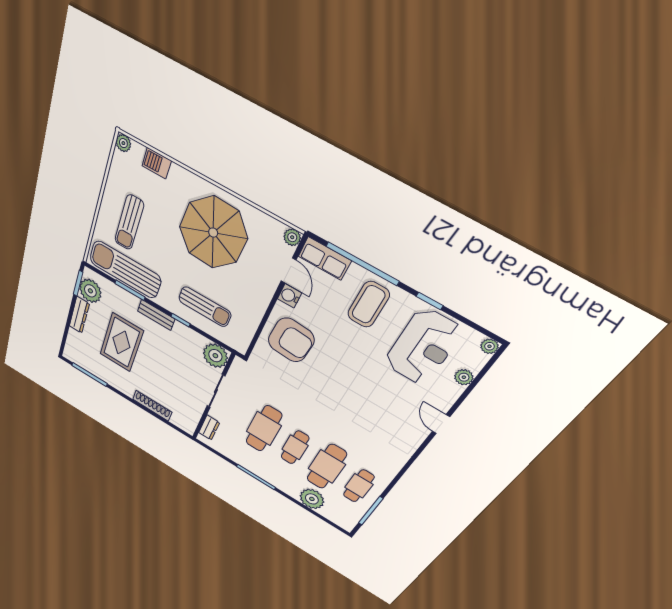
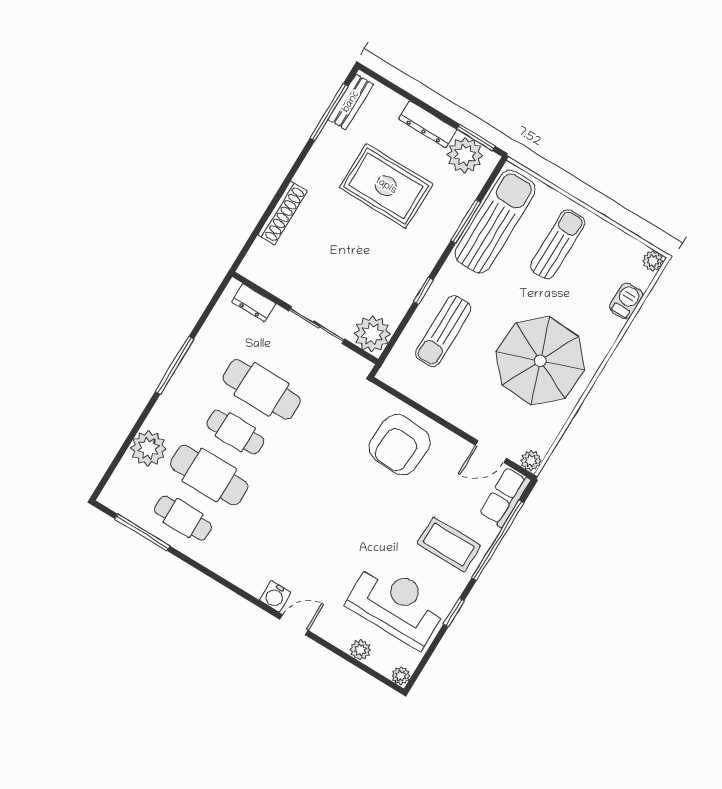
sun lounger: (129, 222) -> (558, 244), turned 90
water cooler: (289, 296) -> (275, 596), moved, turned 180
bench: (156, 315) -> (351, 102), moved
reception desk: (423, 347) -> (397, 605), turned 180

